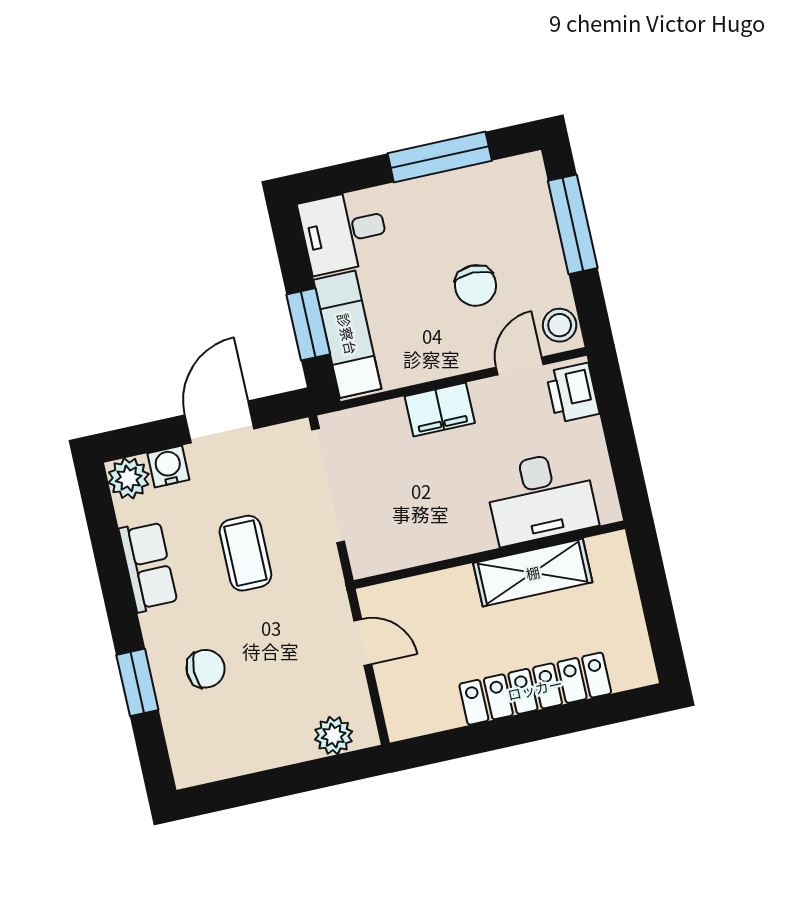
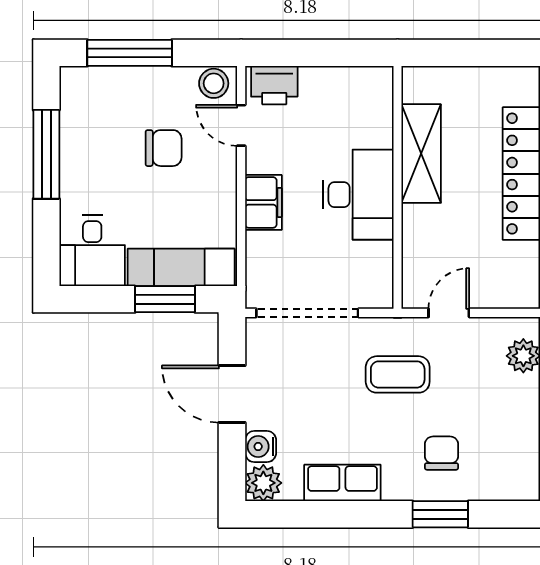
desk: (541, 497) -> (358, 195), moved
coffee table: (245, 553) -> (398, 374), moved

